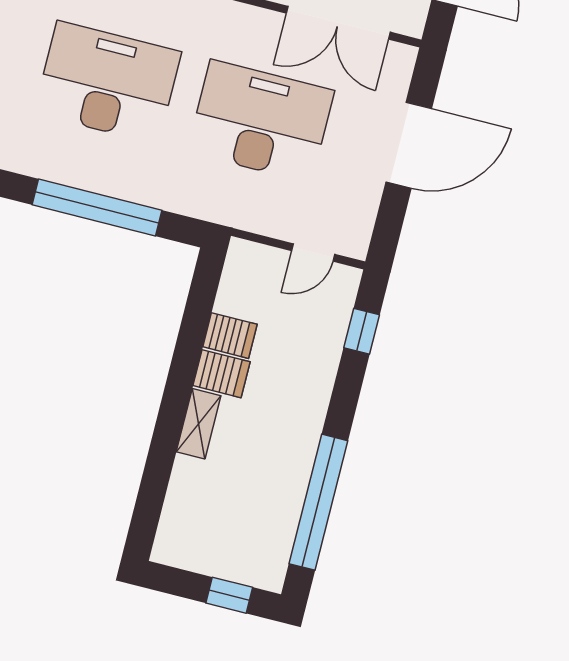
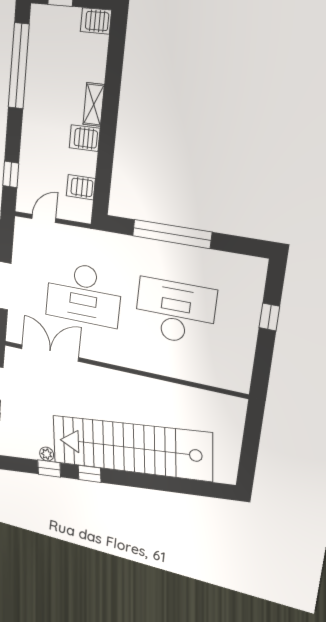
desk: (108, 82) -> (175, 312), turned 180
server rack: (230, 336) -> (81, 187), moved
server rack: (176, 549) -> (96, 21), added

